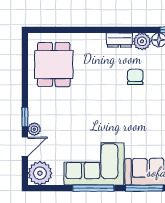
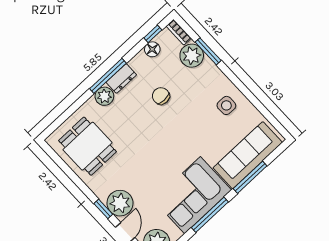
window: (112, 30) -> (108, 76), added
plant: (142, 41) -> (104, 96), moved
plant: (34, 129) -> (120, 203), width x1.88, depth x1.88

